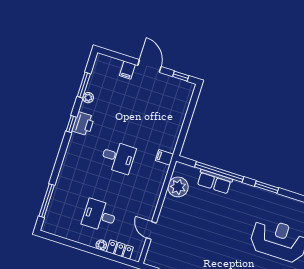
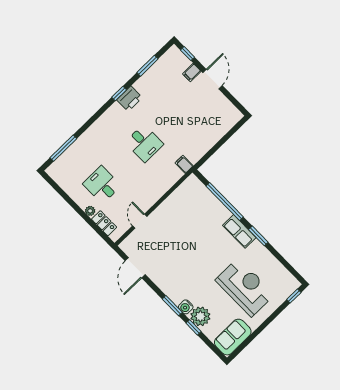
window: (181, 76) -> (187, 54), moved
plant: (88, 98) -> (146, 78), removed
row of seats: (215, 182) -> (239, 231), moved
plant: (178, 187) -> (182, 196), removed

